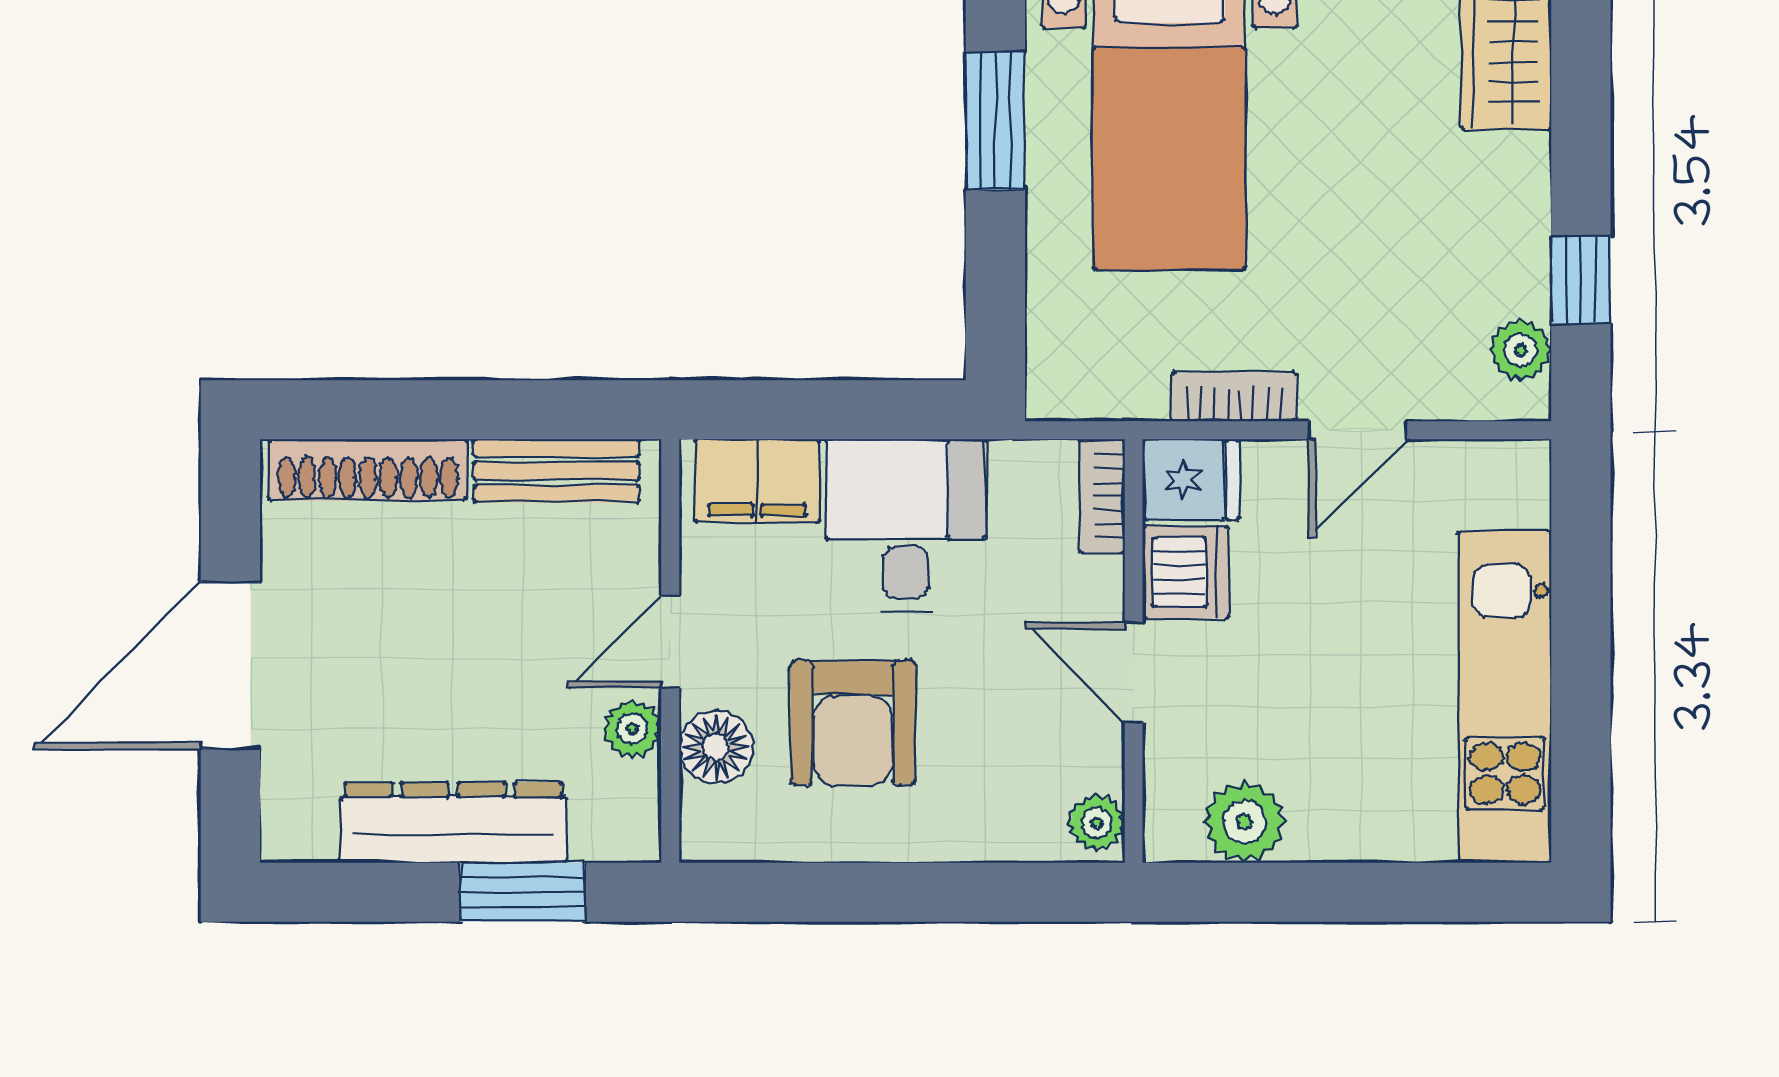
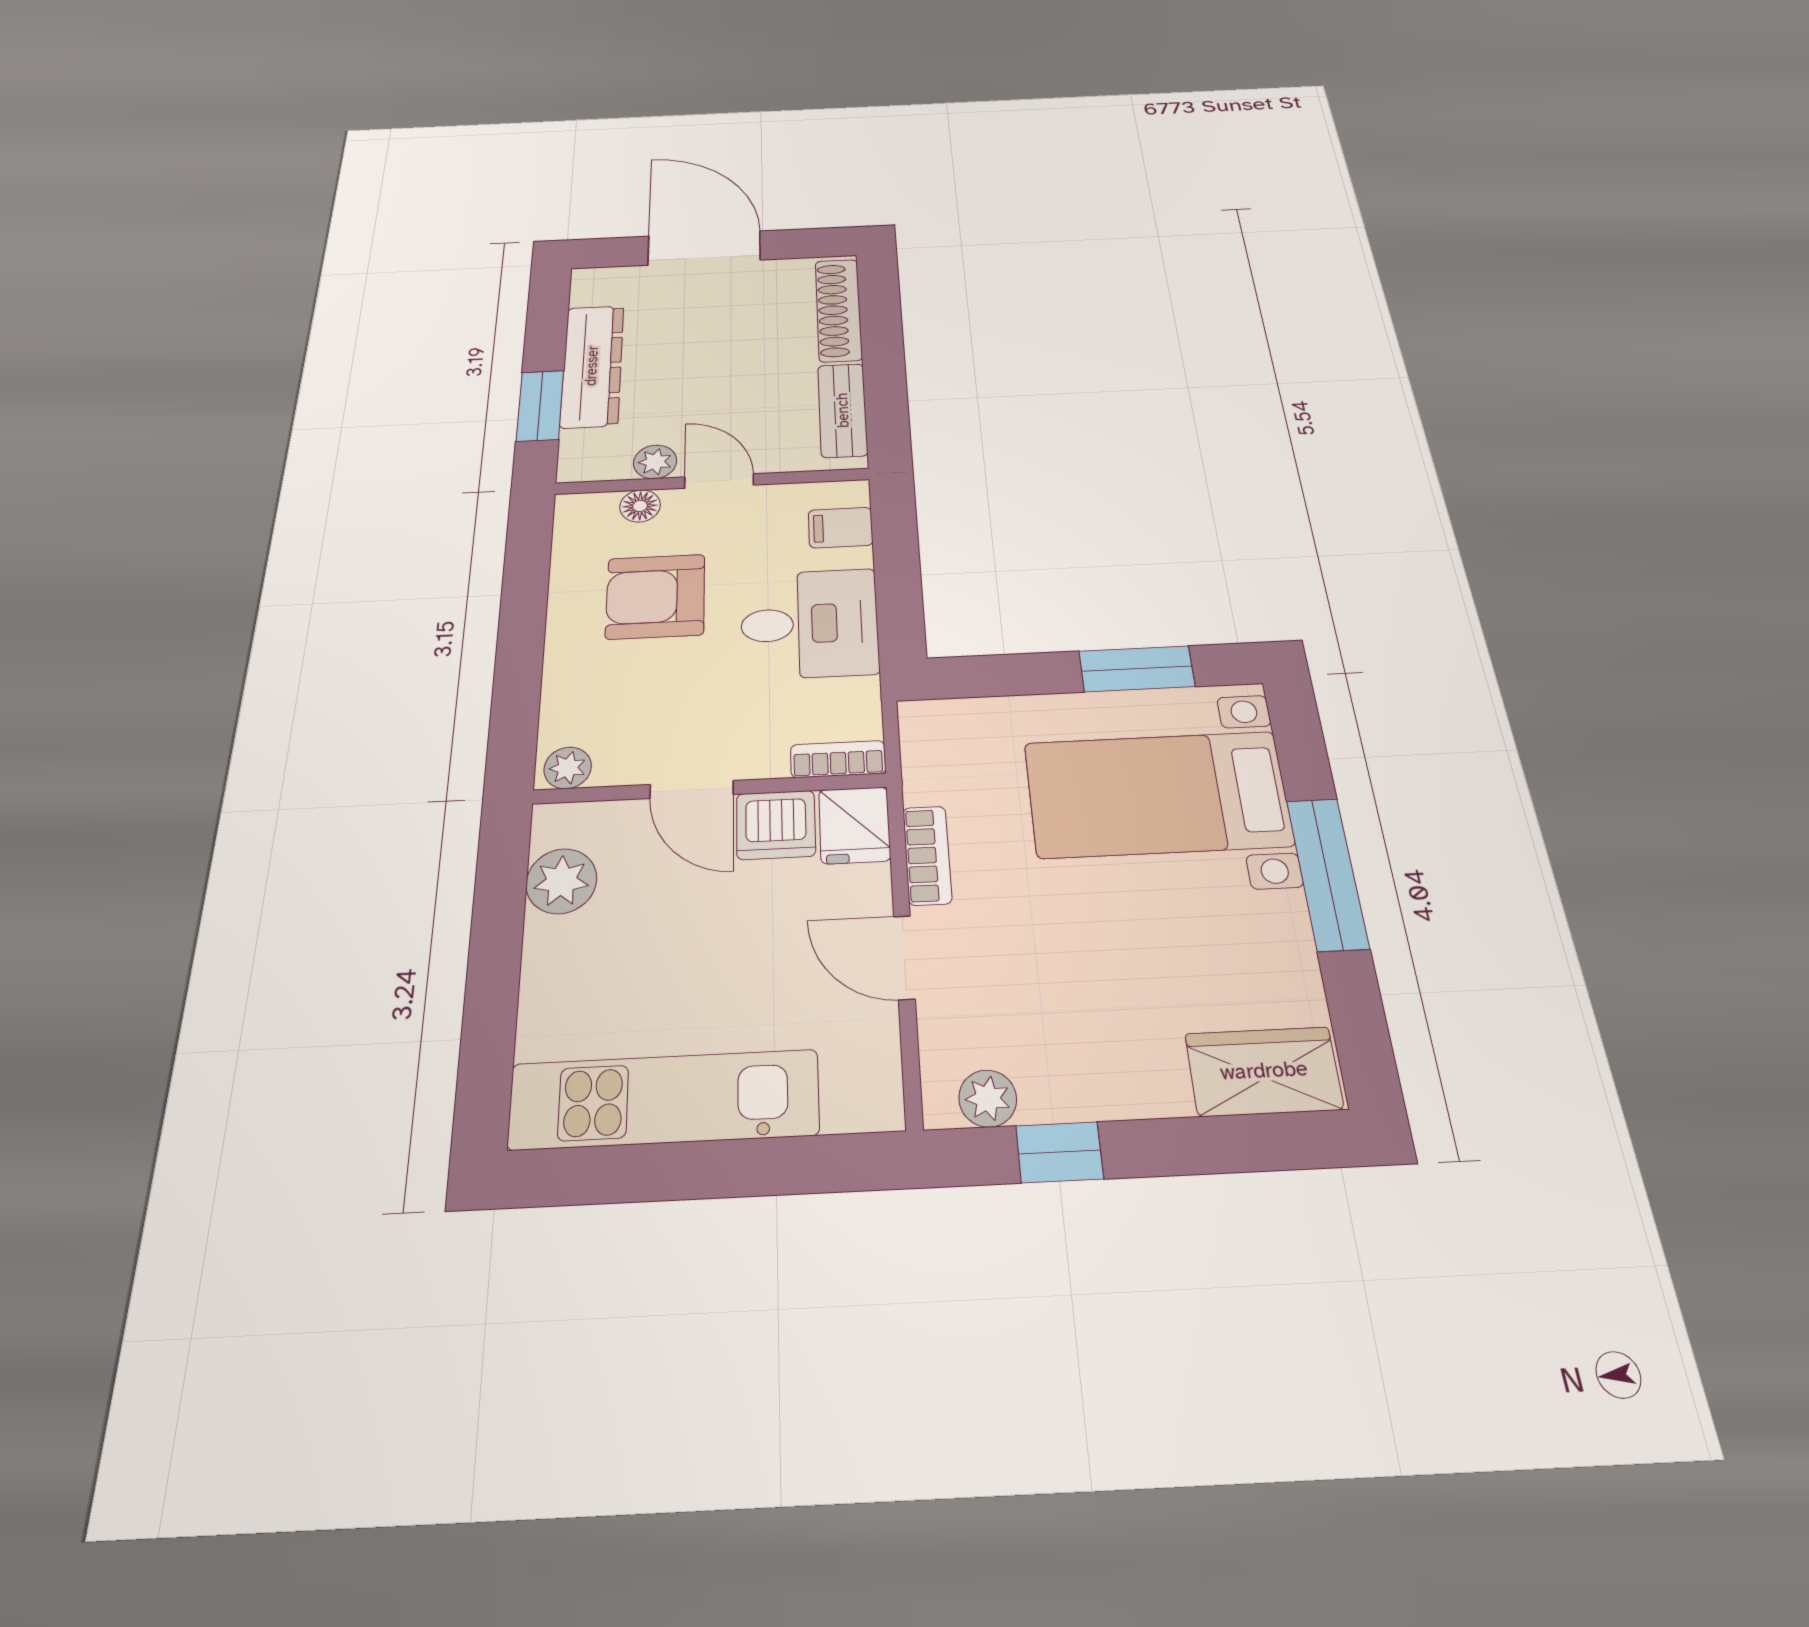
filing cabinet: (757, 481) -> (841, 528), width x0.50
door: (1134, 672) -> (692, 789), swing flipped
floor lamp: (716, 747) -> (640, 506), width x0.73, depth x0.73

